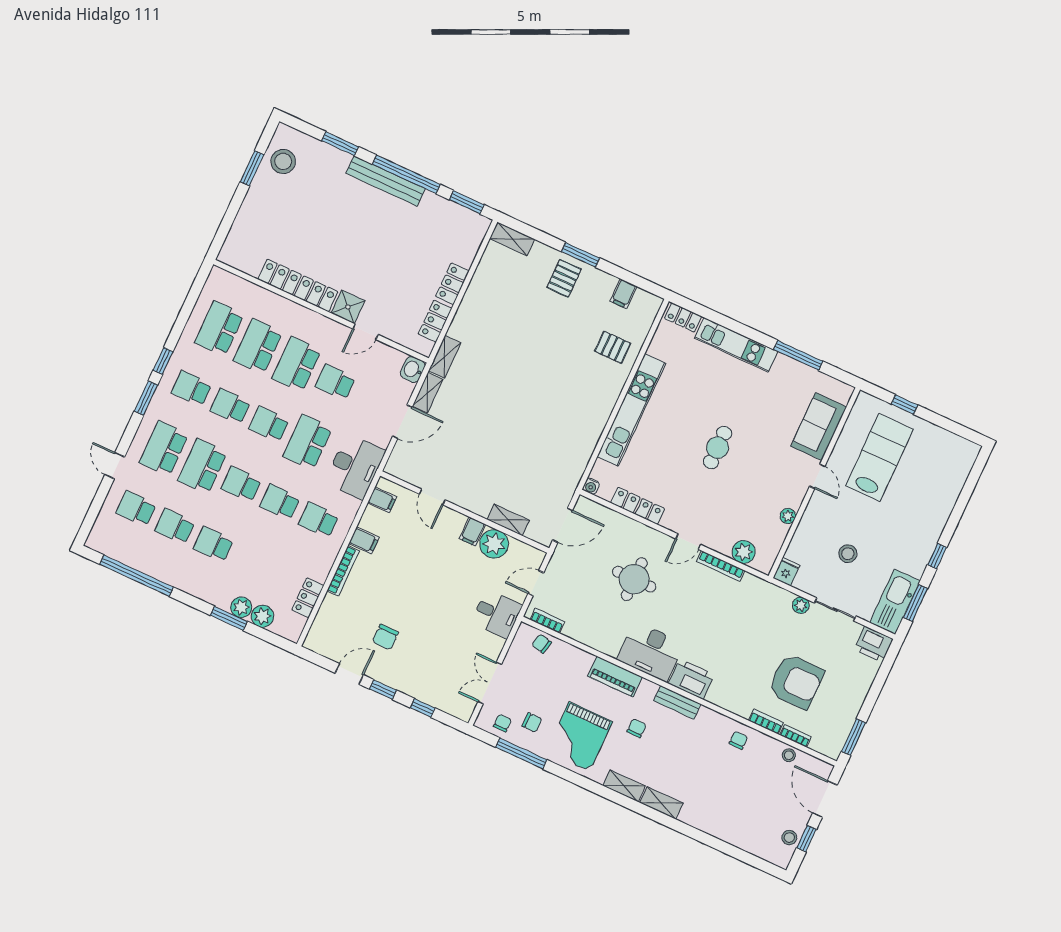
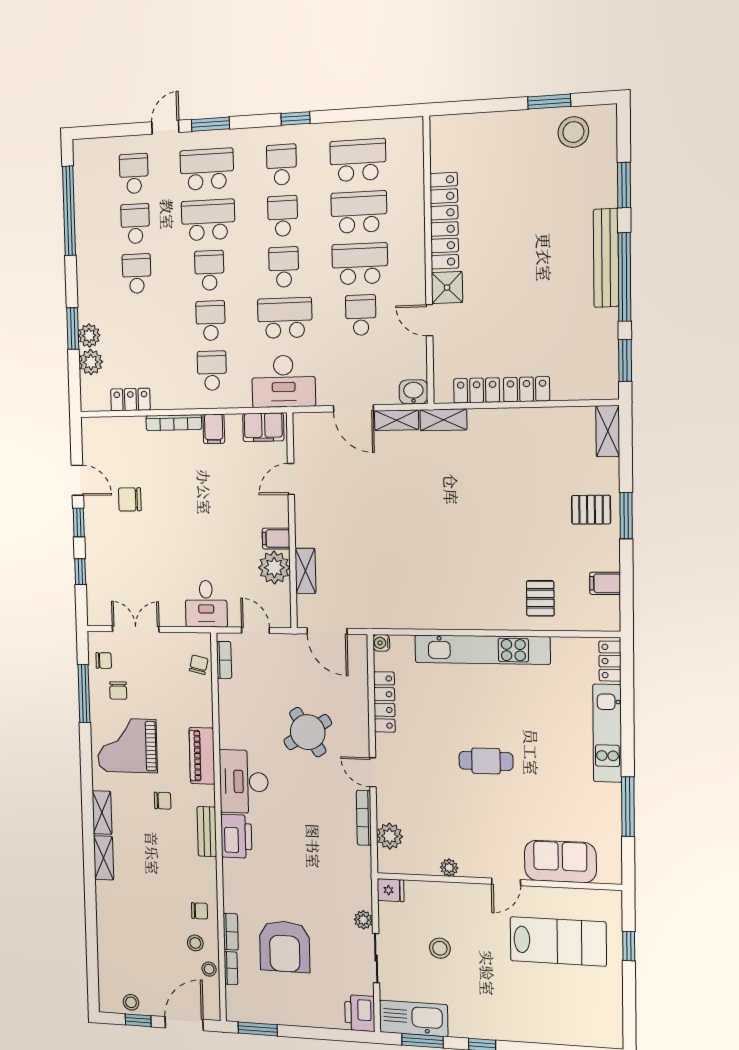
window: (146, 398) -> (210, 124), moved
filing cabinet: (382, 500) -> (263, 427), width x2.00
round table: (634, 579) -> (308, 732), turned -32
stool: (763, 757) -> (195, 943), added

